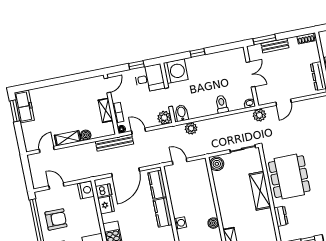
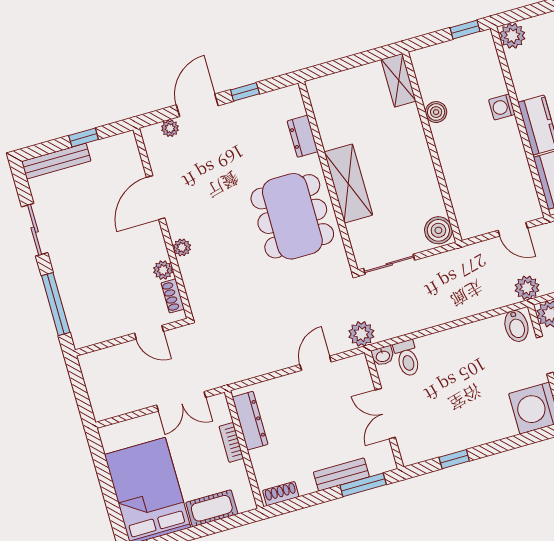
window: (198, 53) -> (454, 459), moved
toilet: (222, 104) -> (407, 358), moved
plant: (191, 128) -> (527, 288), moved

